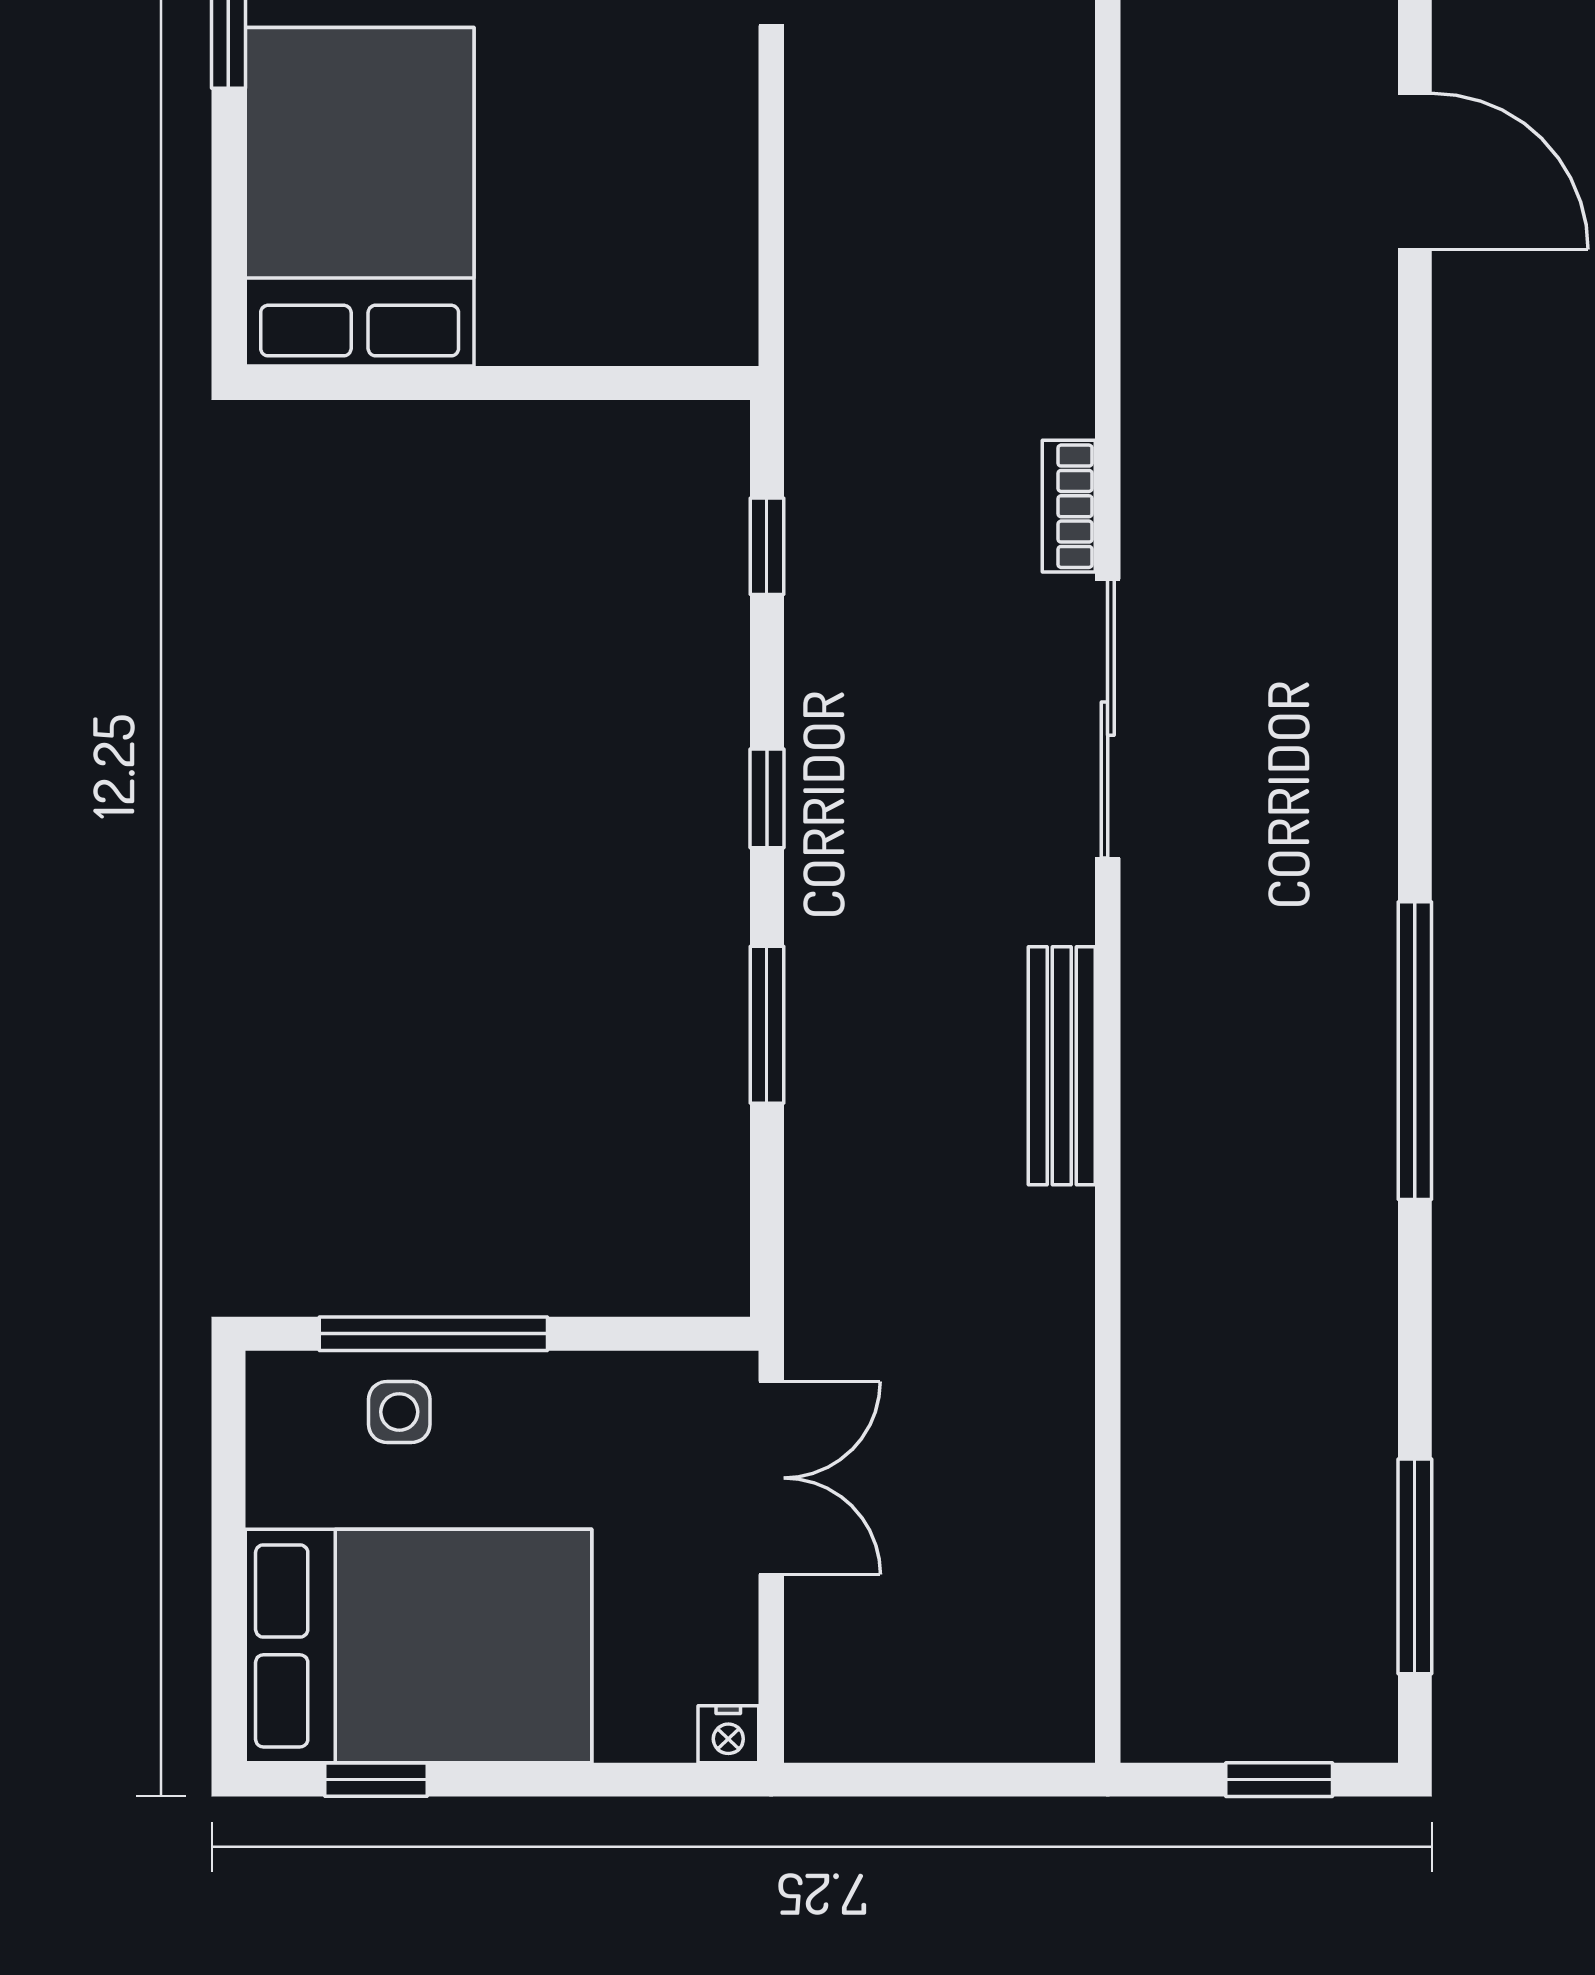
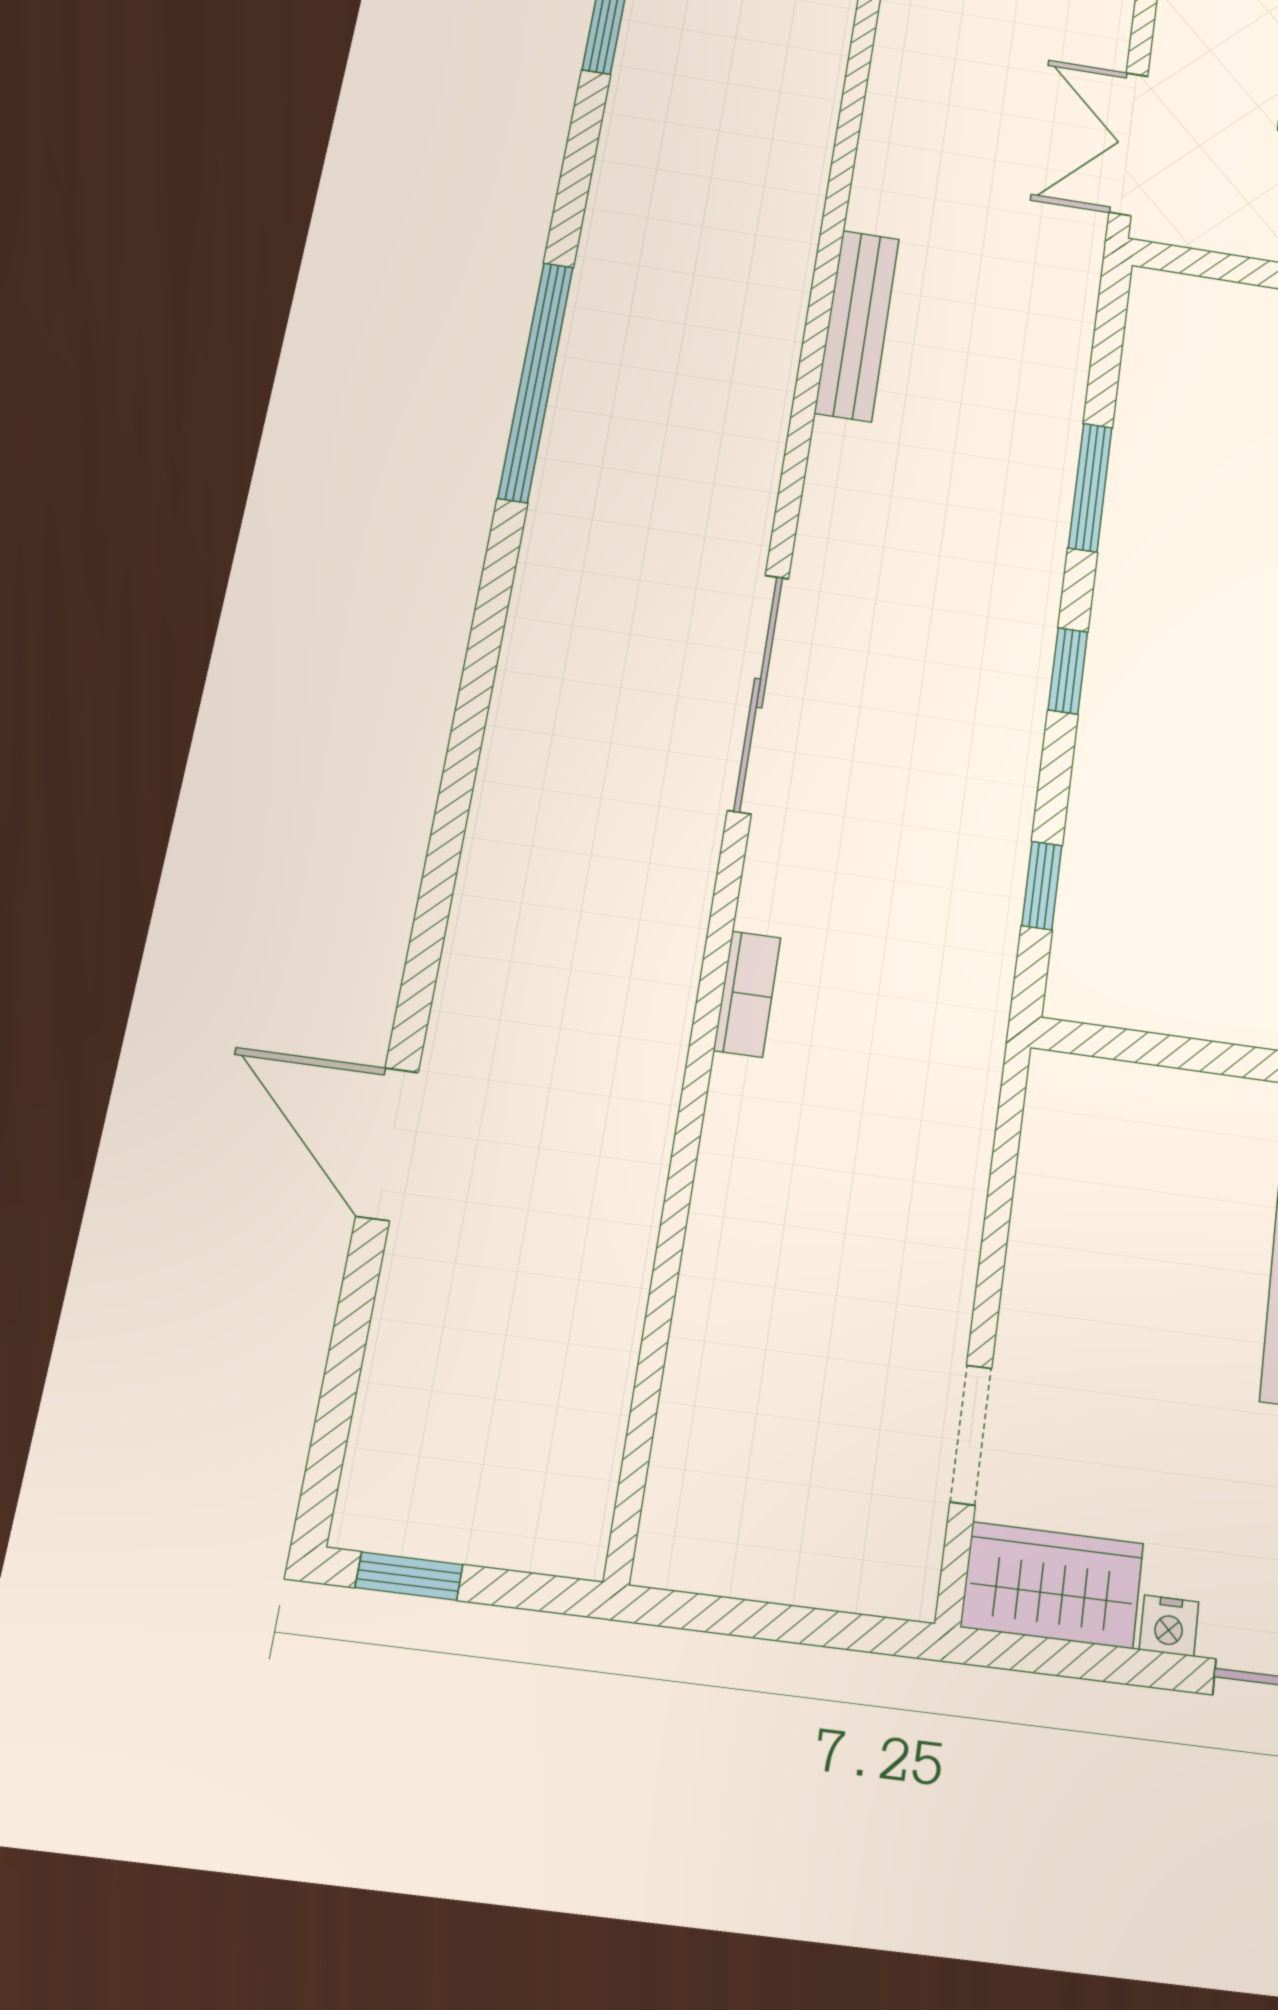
bookcase: (1069, 506) -> (747, 994), moved
bench: (1062, 1066) -> (857, 325), moved

